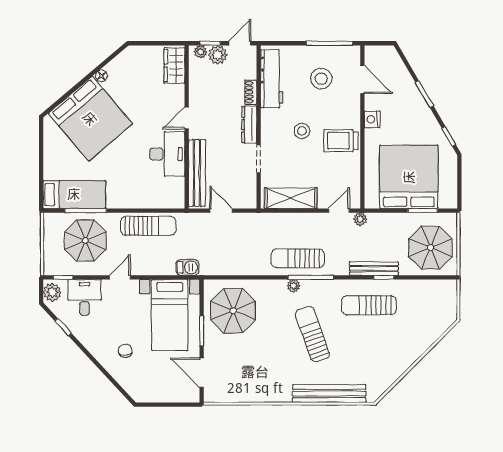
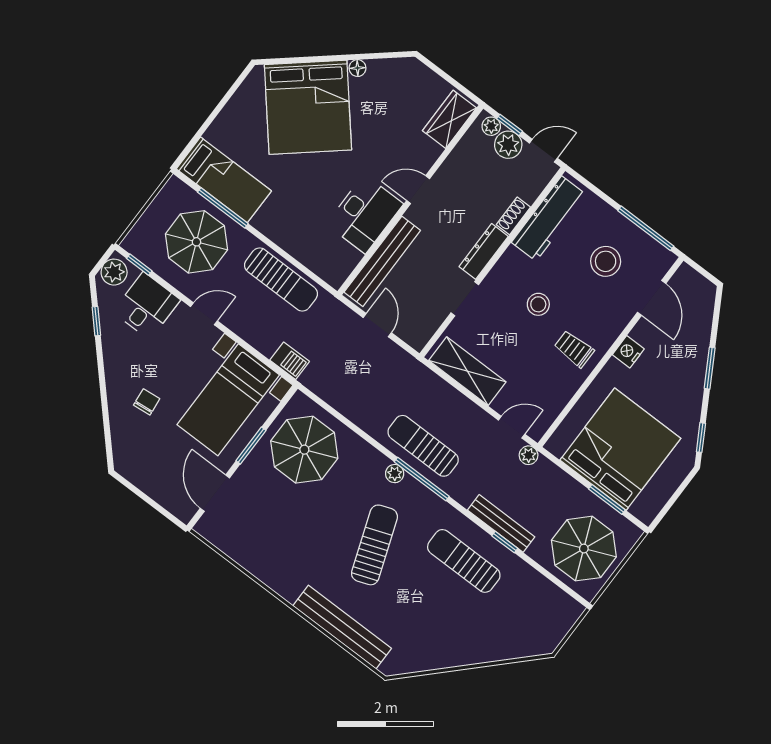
trolley: (341, 141) -> (574, 349), width x0.73, depth x0.72

